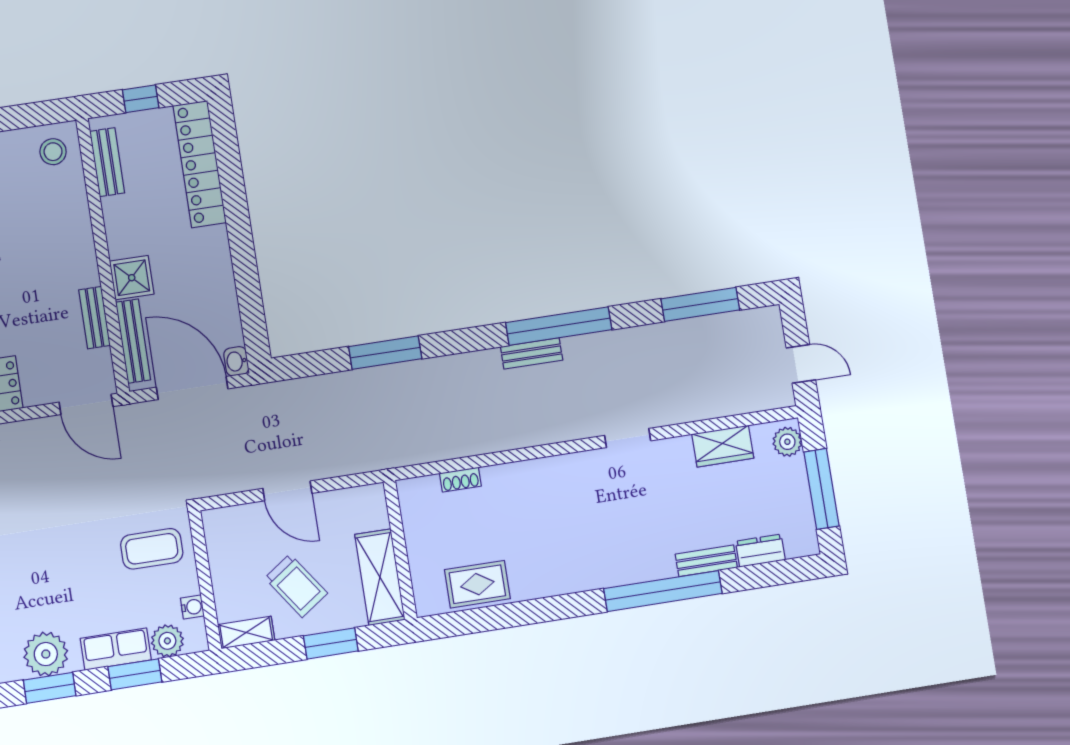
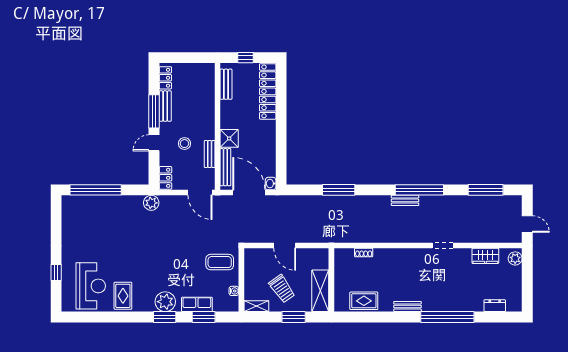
stool: (53, 152) -> (185, 144), moved
window: (822, 489) -> (527, 282), removed
bench: (706, 561) -> (407, 306), moved
plant: (167, 641) -> (220, 304), removed

